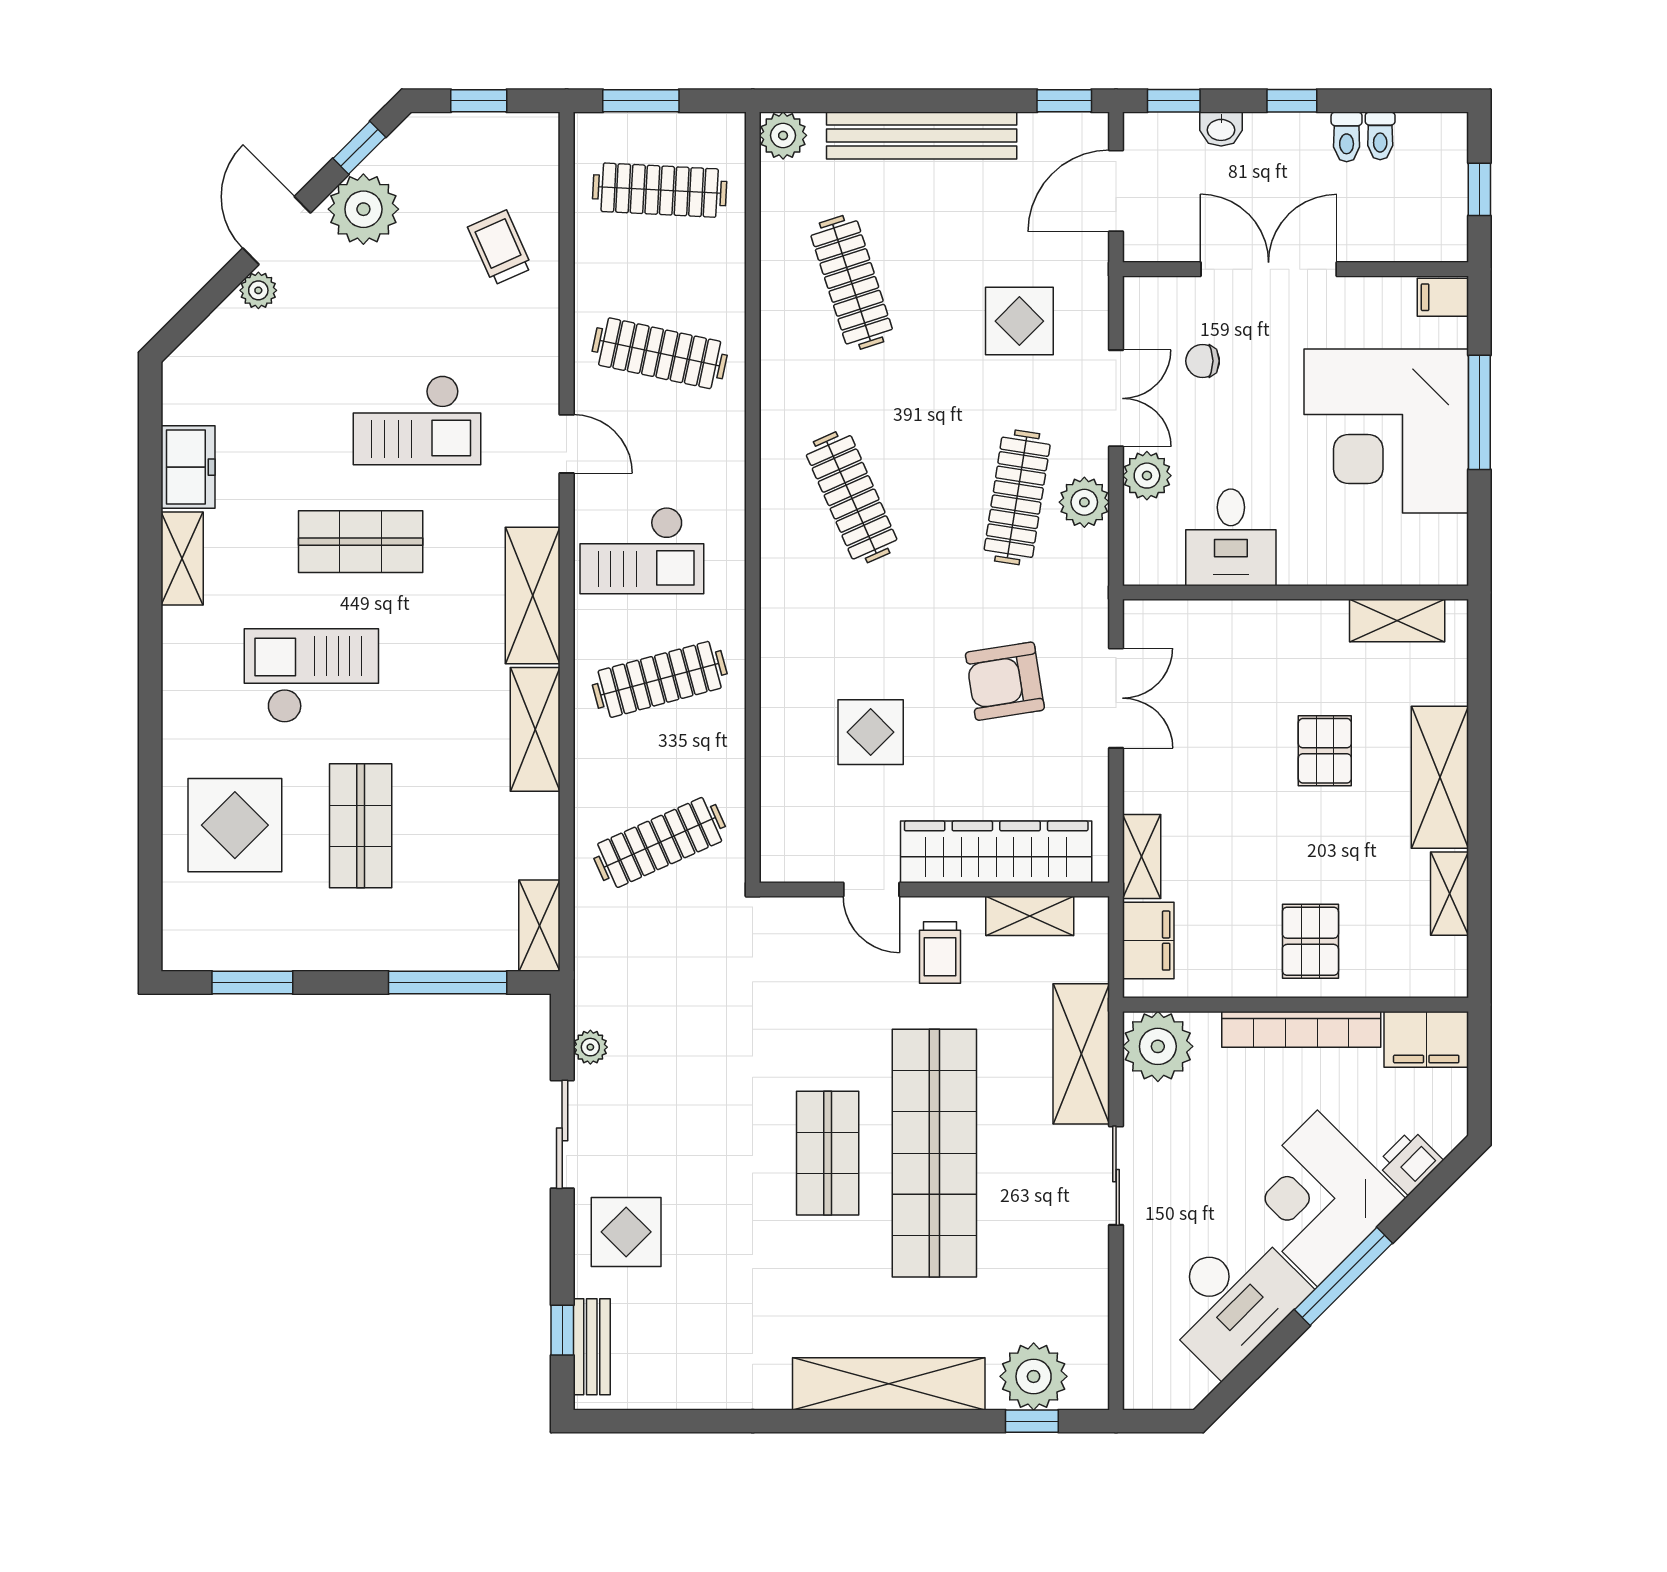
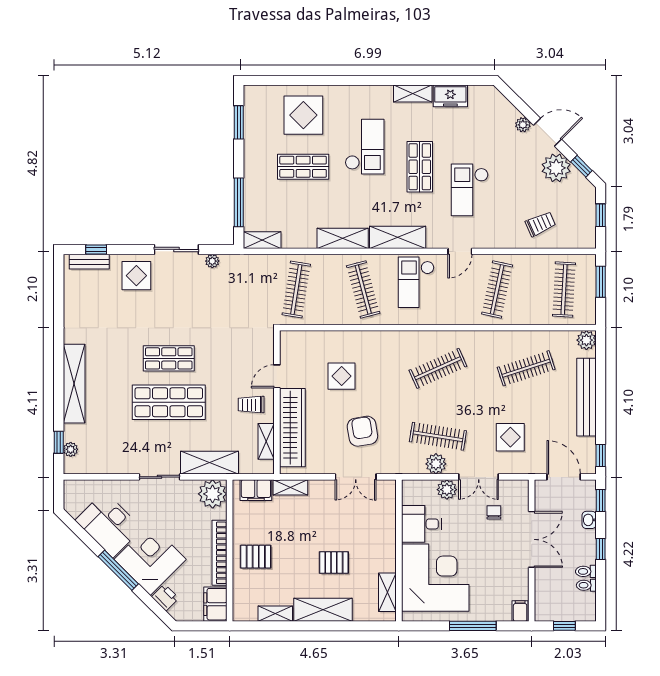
corner desk: (1386, 431) -> (435, 578), moved, turned 90
clothes rail: (660, 842) -> (296, 289), turned 33
shop shelf: (934, 1153) -> (169, 402), width x0.71
plant: (1034, 1376) -> (71, 449), width x0.53, depth x0.53

